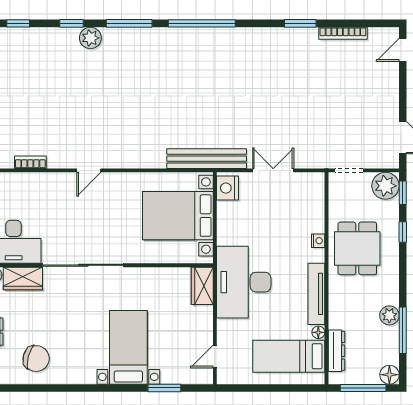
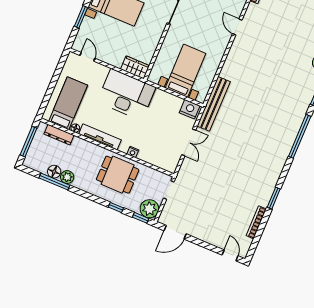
bed with nightstands: (178, 216) -> (185, 71), width x0.73
floor lamp: (389, 375) -> (54, 172), moved

